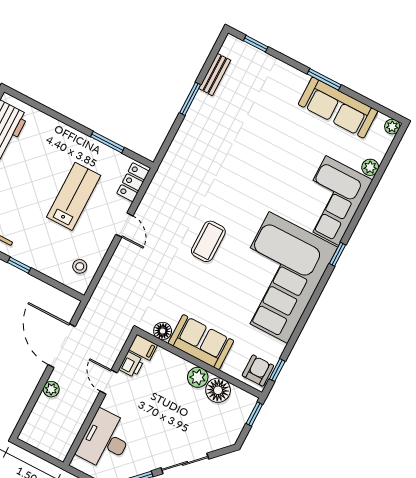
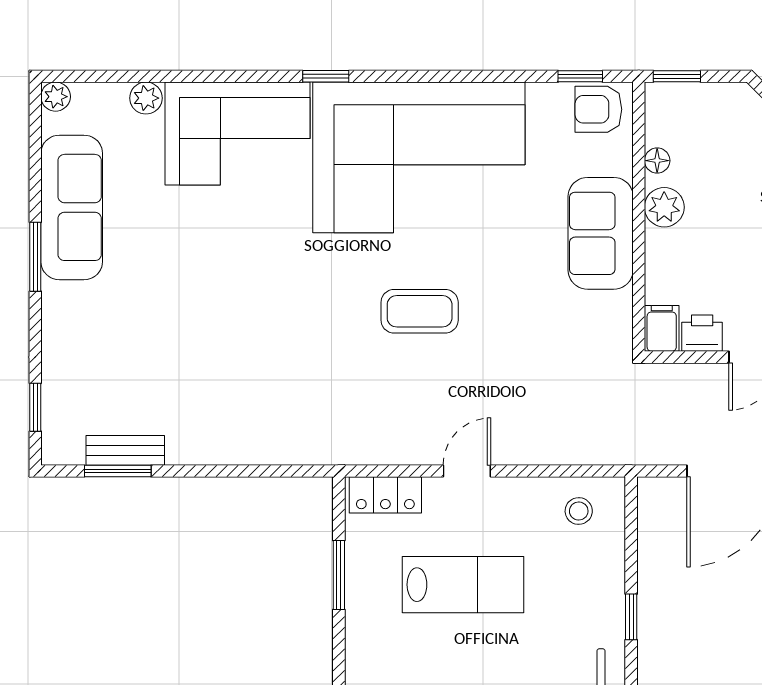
window: (190, 99) -> (118, 471), moved
lab bench: (74, 196) -> (463, 585), turned 180
floor lamp: (163, 331) -> (616, 310), removed
floor lamp: (218, 390) -> (657, 161), width x0.53, depth x0.53

